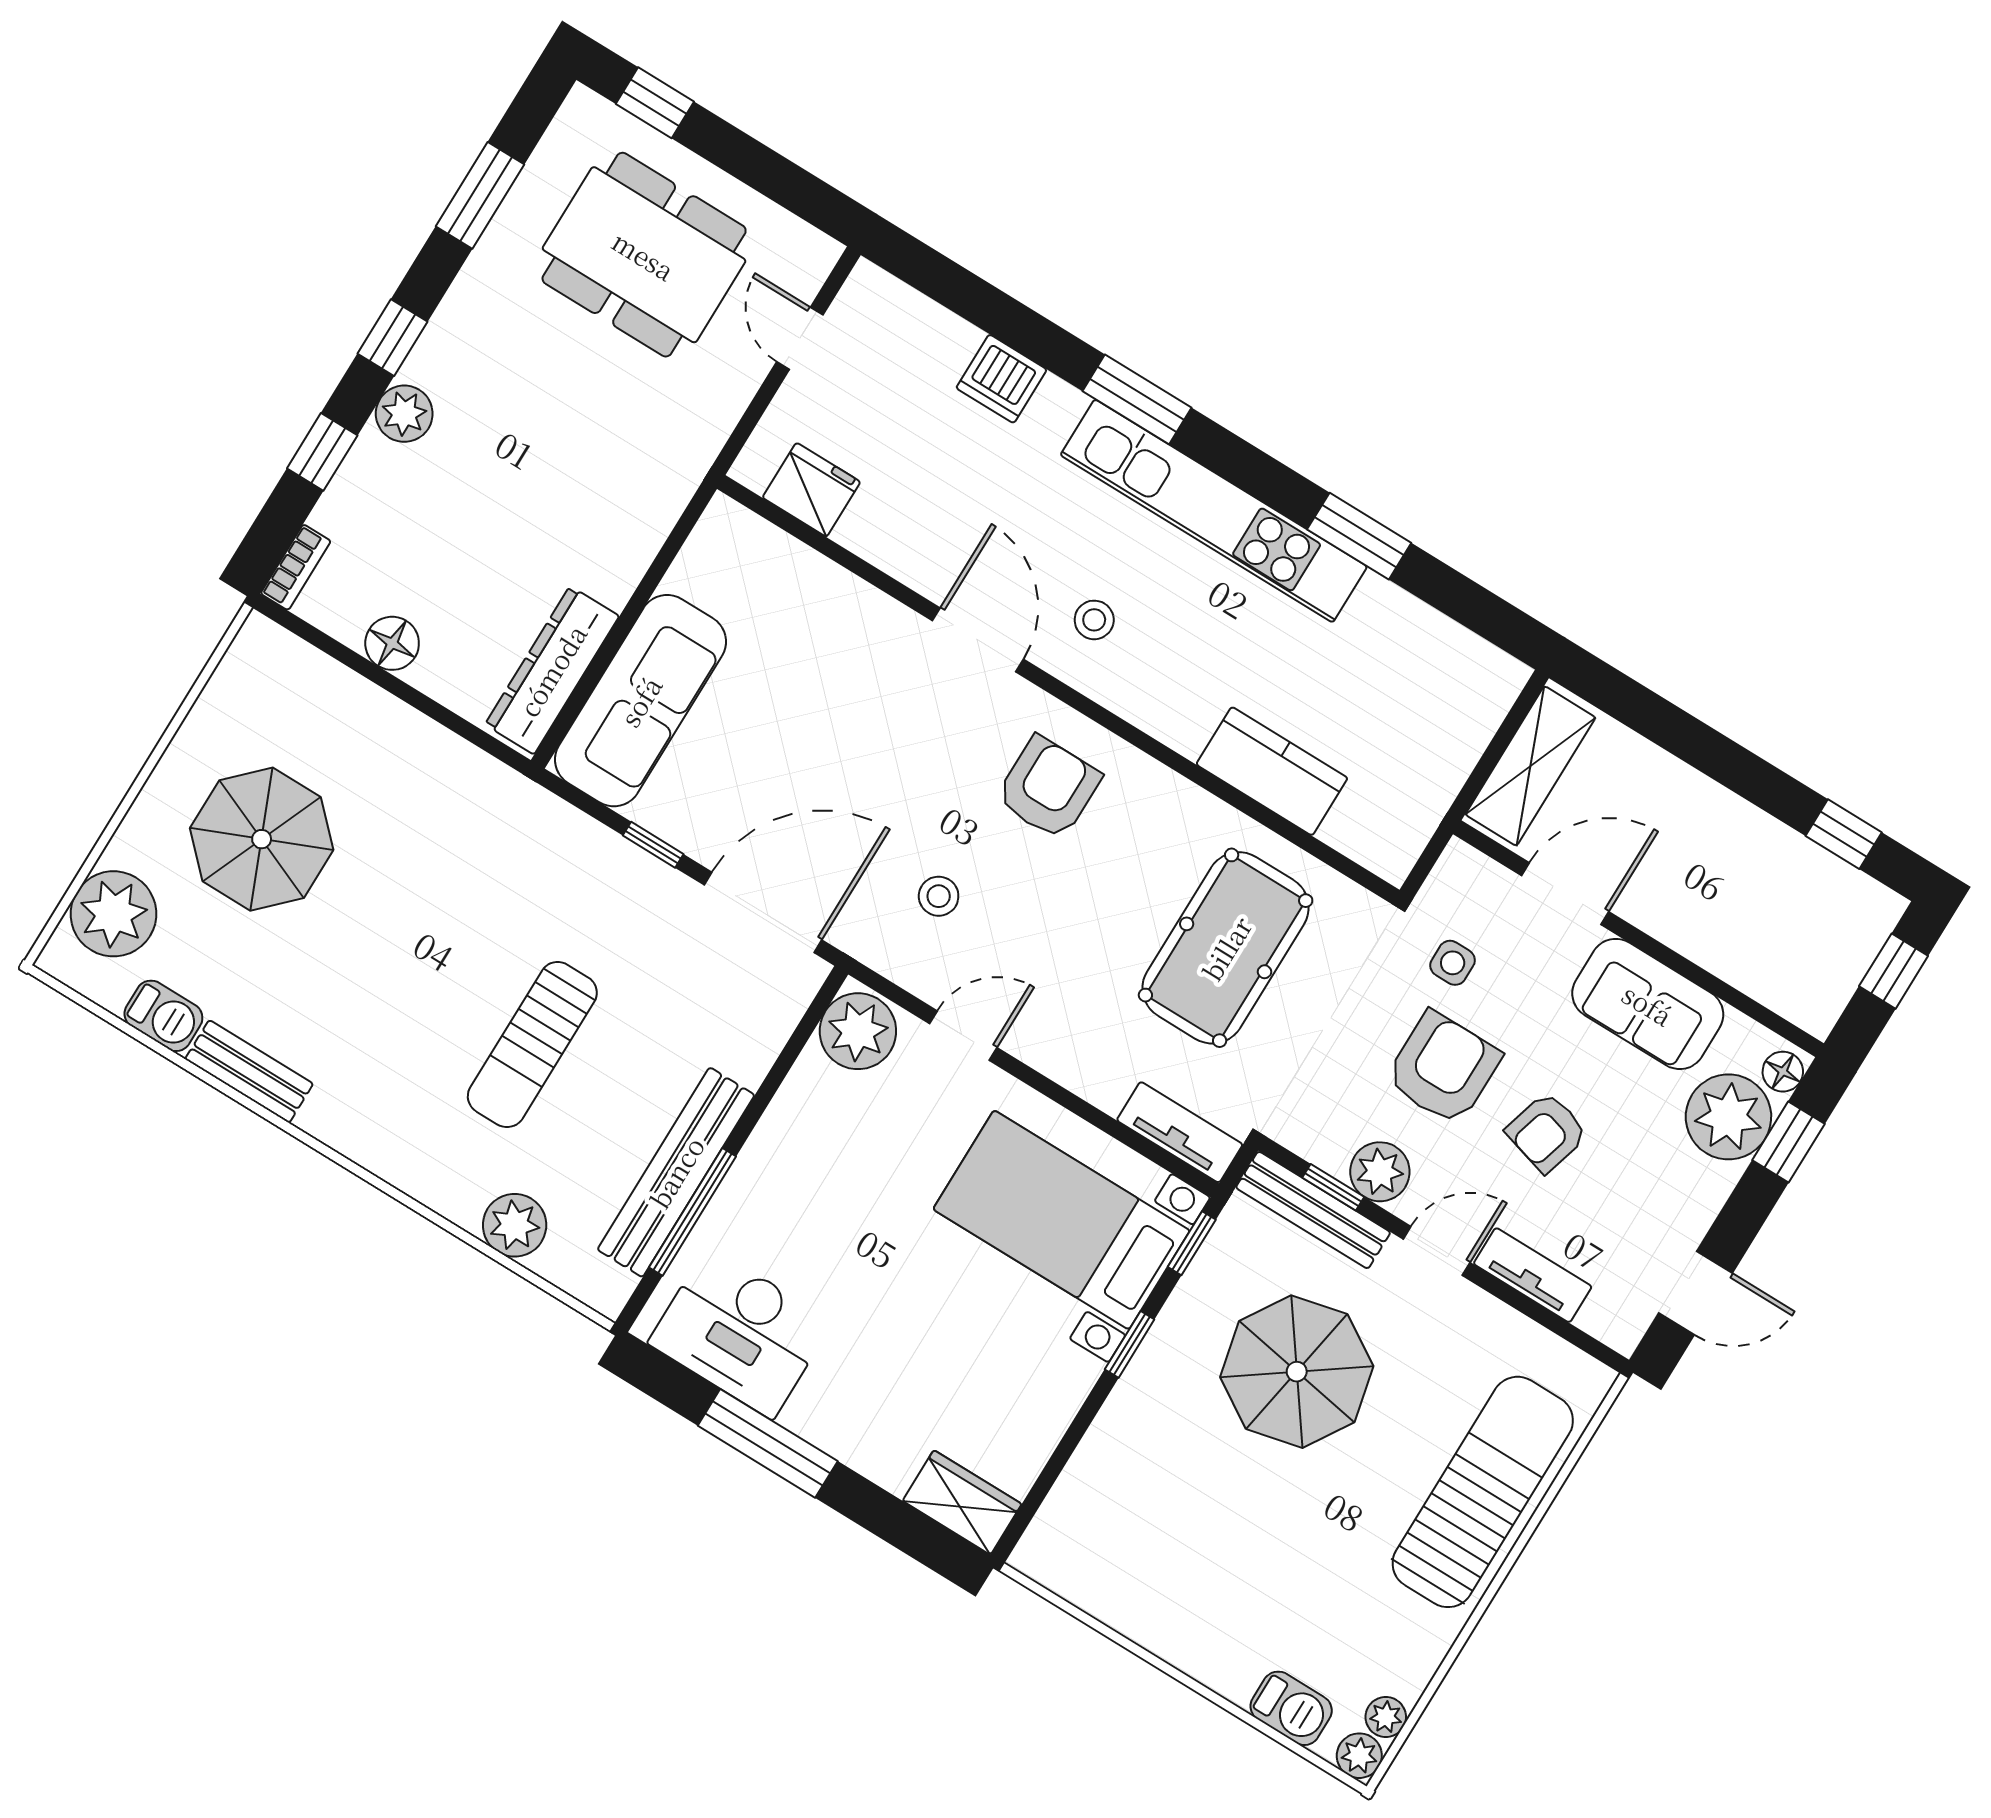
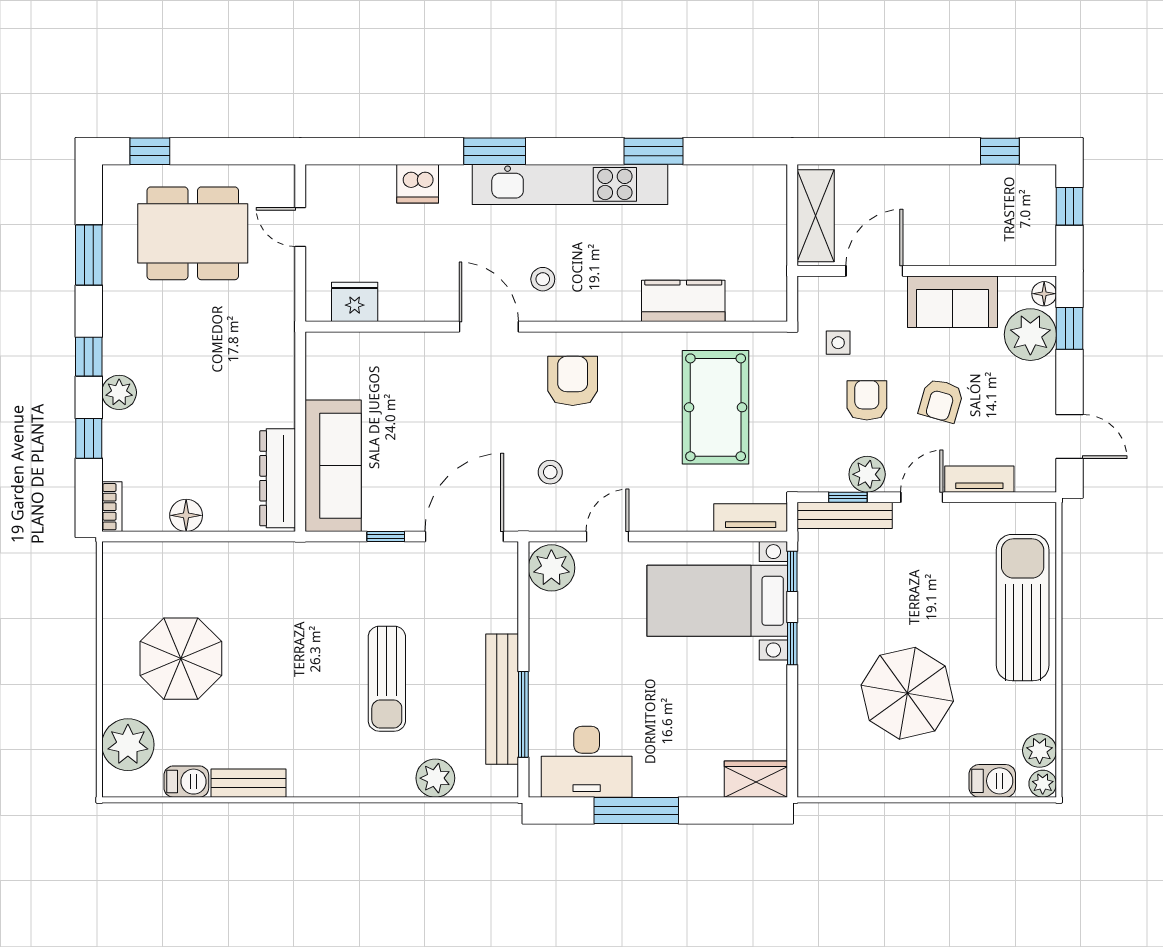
armchair: (1443, 1068) -> (867, 400), width x0.72, depth x0.72
door: (1696, 1293) -> (1069, 436), hinge flipped
parasol: (1297, 1372) -> (907, 693), moved
plant: (1386, 1717) -> (1040, 751), width x1.38, depth x1.38

